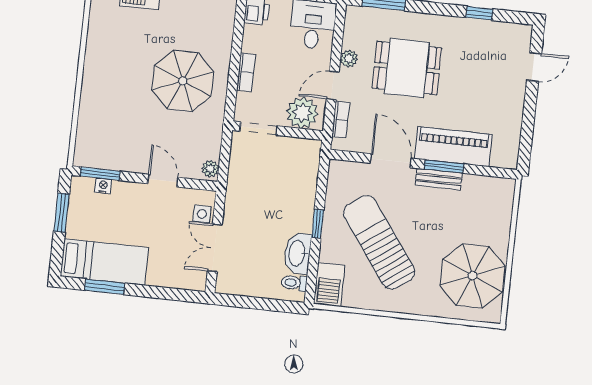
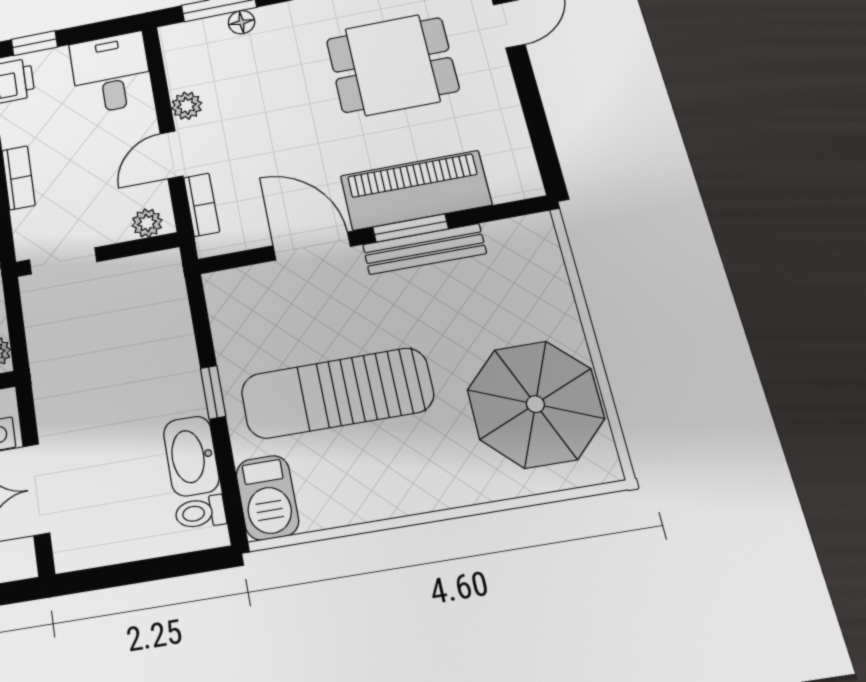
floor lamp: (393, 17) -> (242, 22), added
dining table: (407, 68) -> (392, 65), moved
plant: (302, 113) -> (147, 223), width x0.53, depth x0.53
bench: (439, 179) -> (424, 249), width x1.36
sun lounger: (379, 242) -> (337, 393), turned -54

